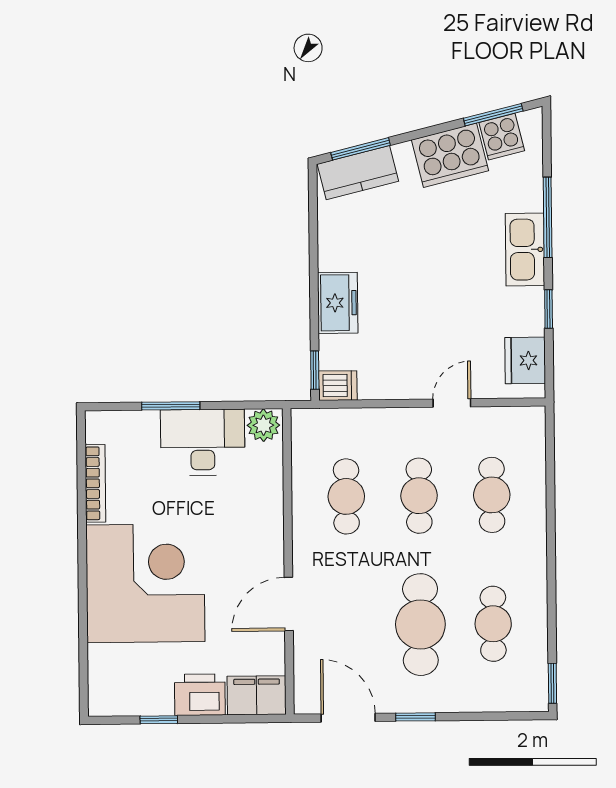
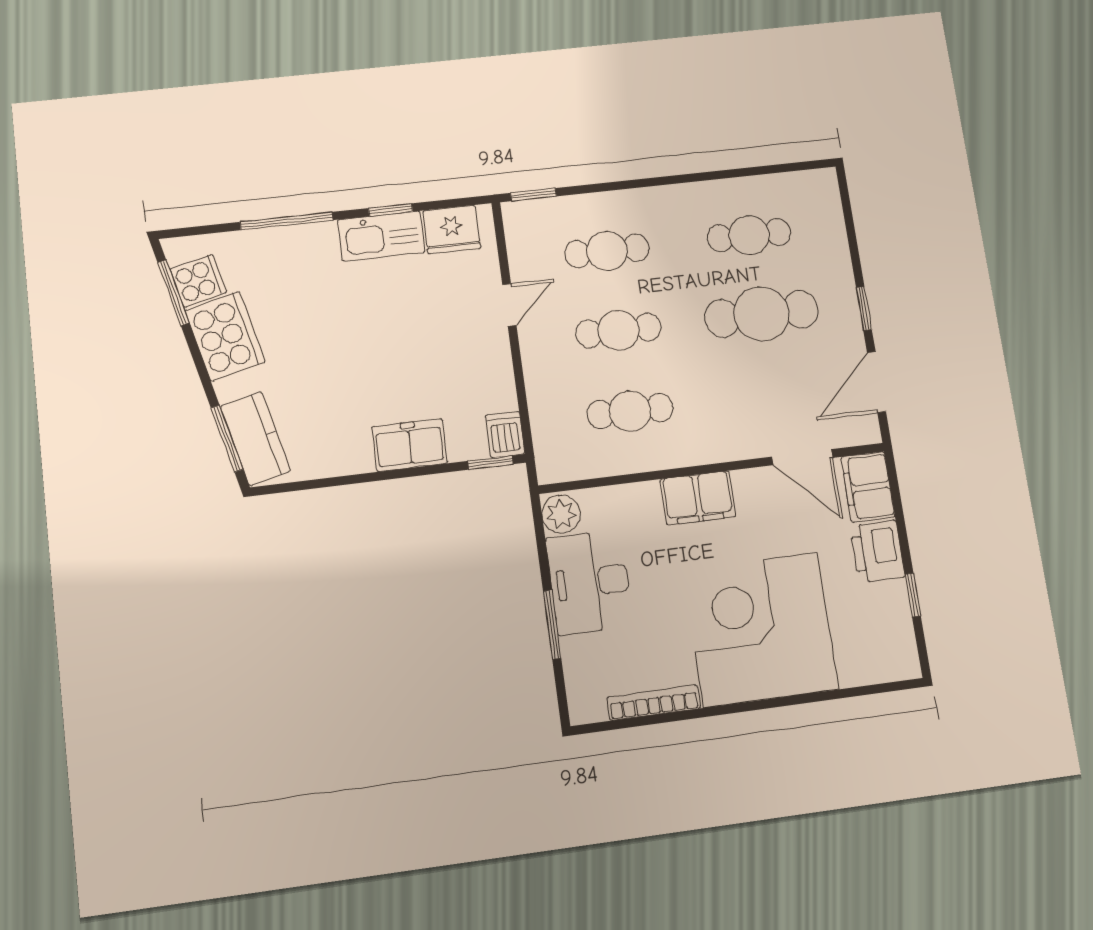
kitchen sink: (525, 249) -> (381, 236), moved
door: (452, 403) -> (509, 305), swing flipped
filing cabinet: (264, 545) -> (698, 498), added
door: (289, 604) -> (802, 457), moved
window: (552, 683) -> (533, 195), moved

